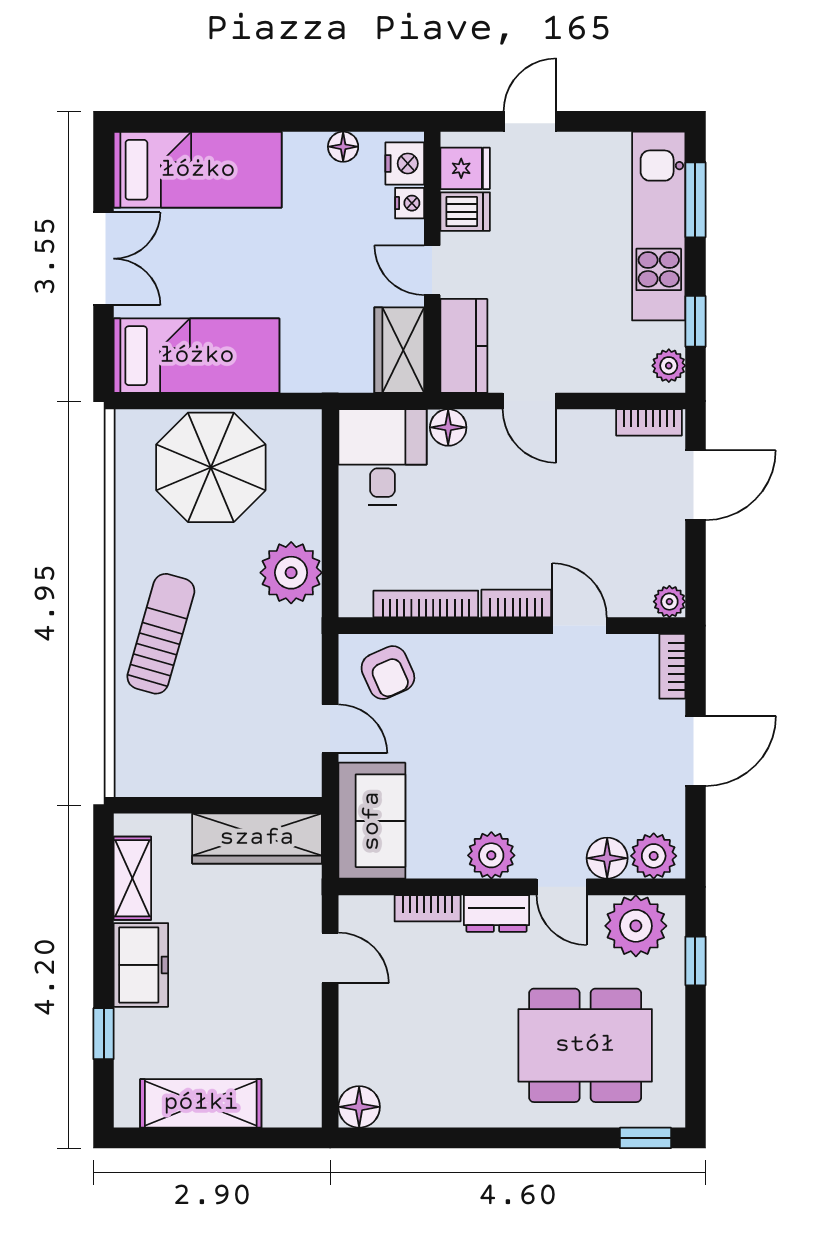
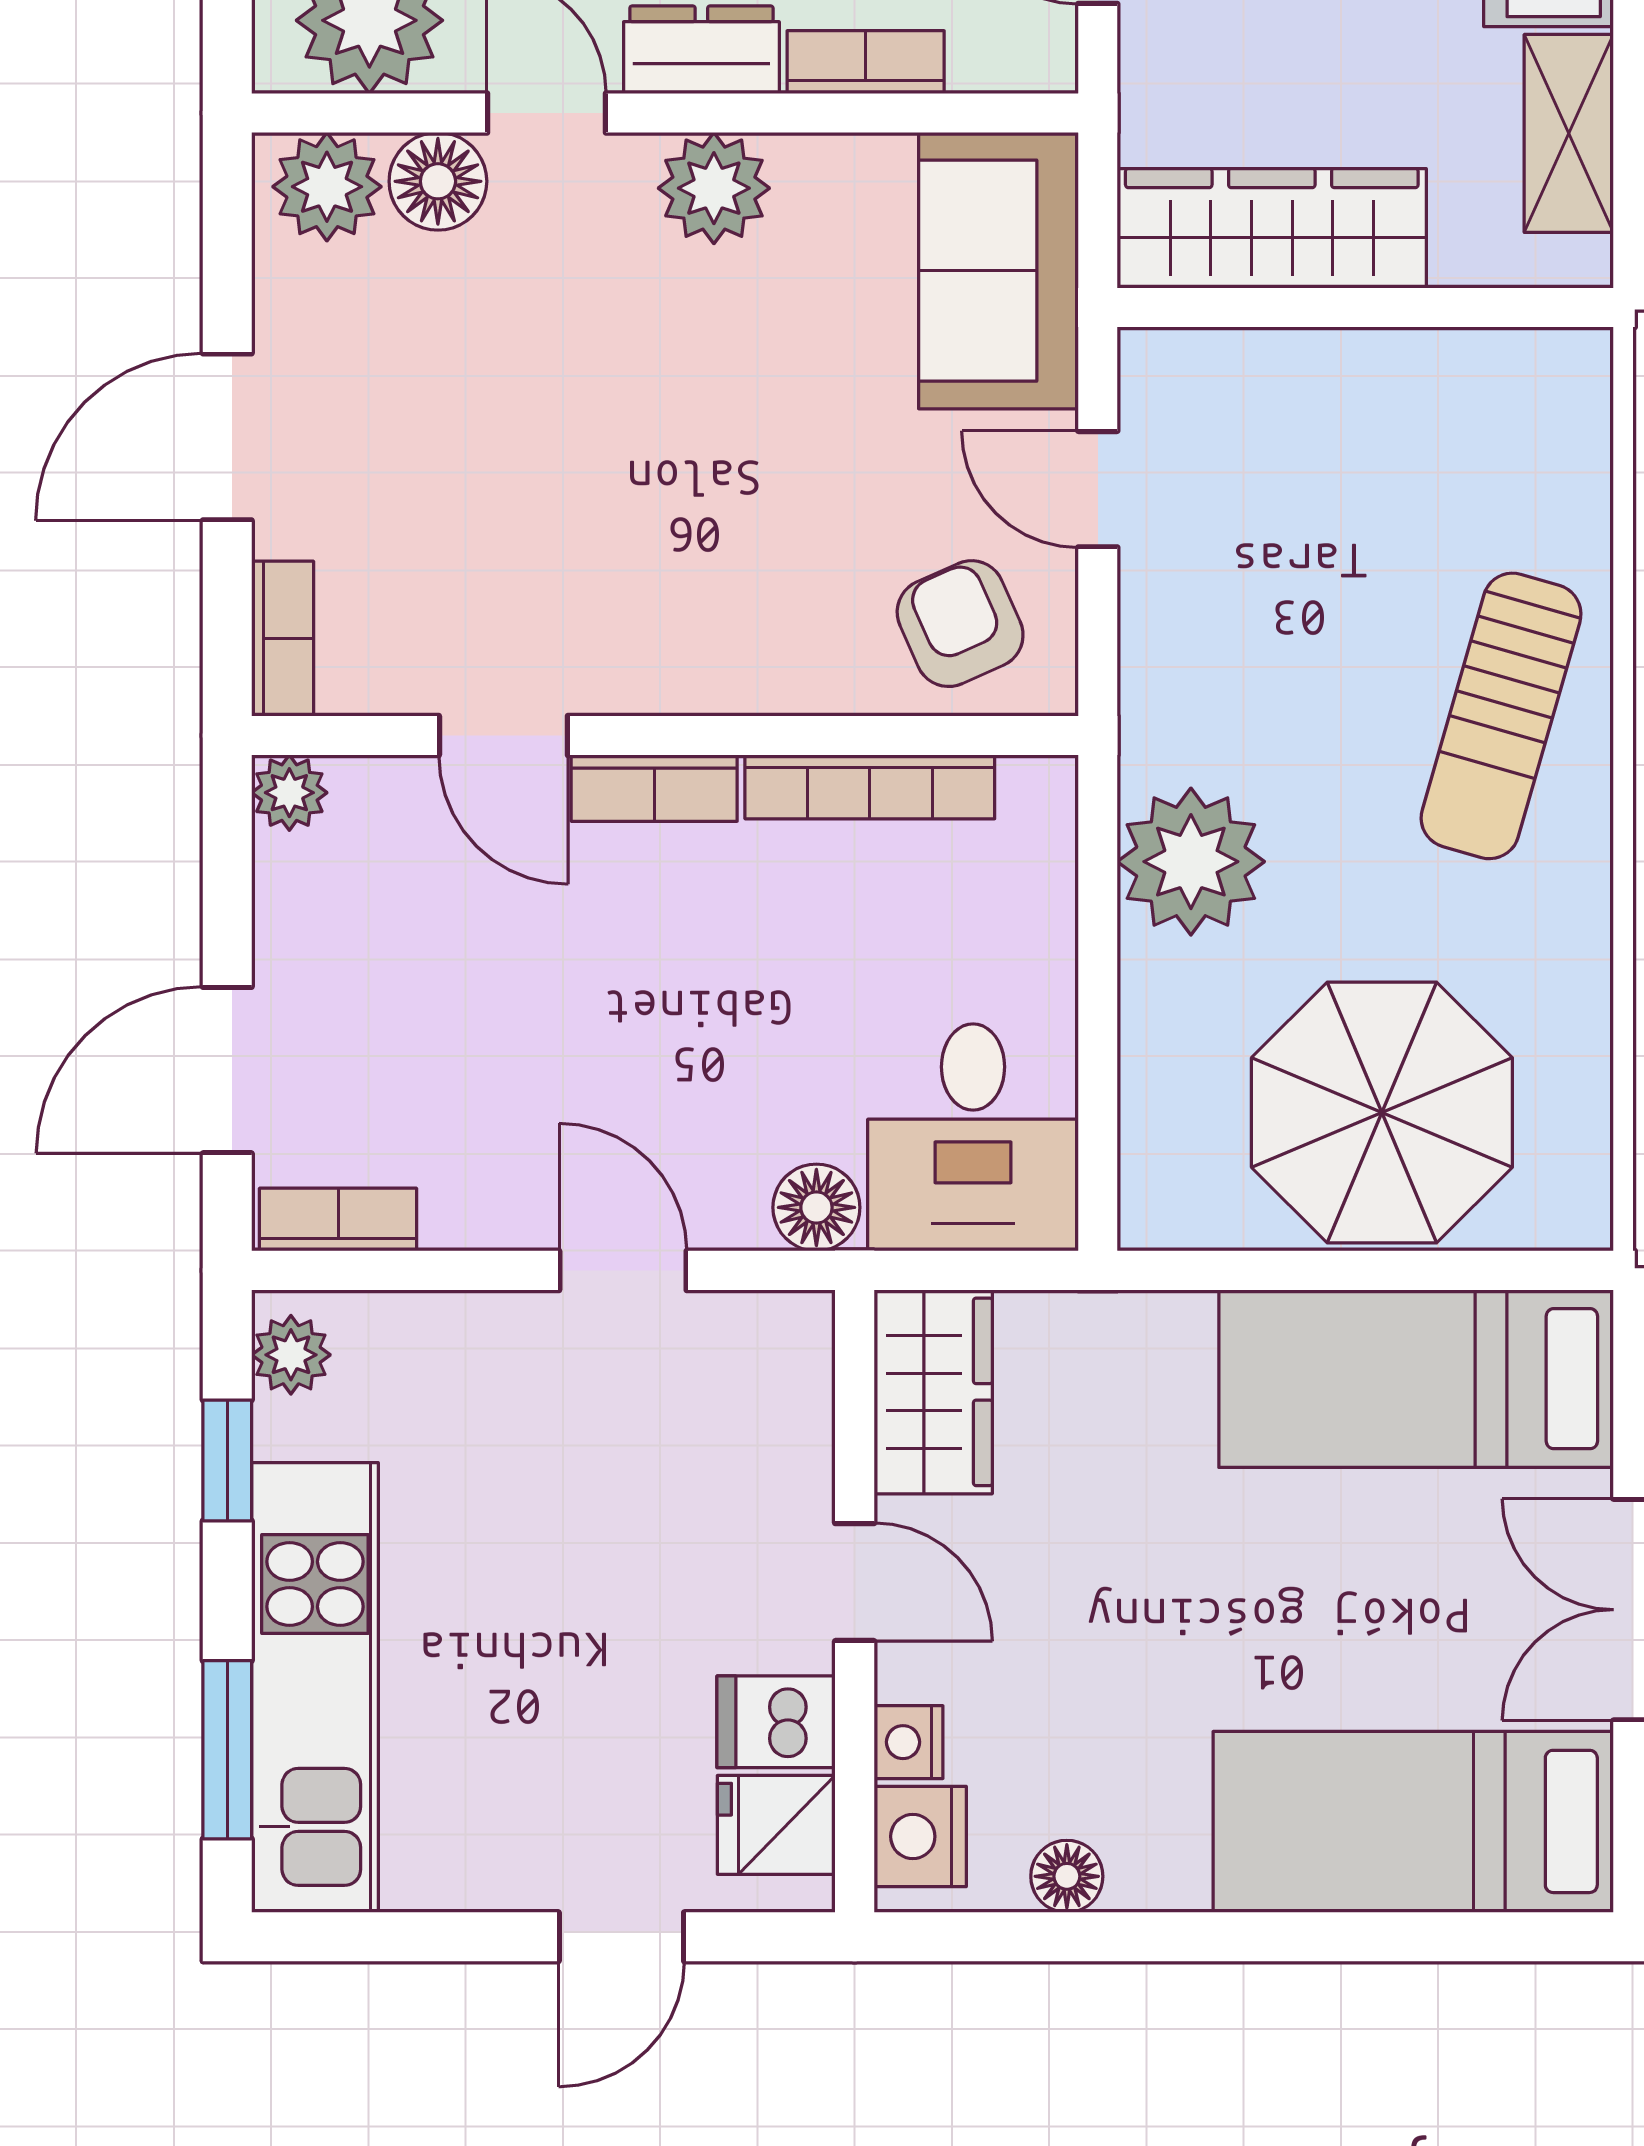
kitchen counter: (464, 346) -> (779, 1402), removed

